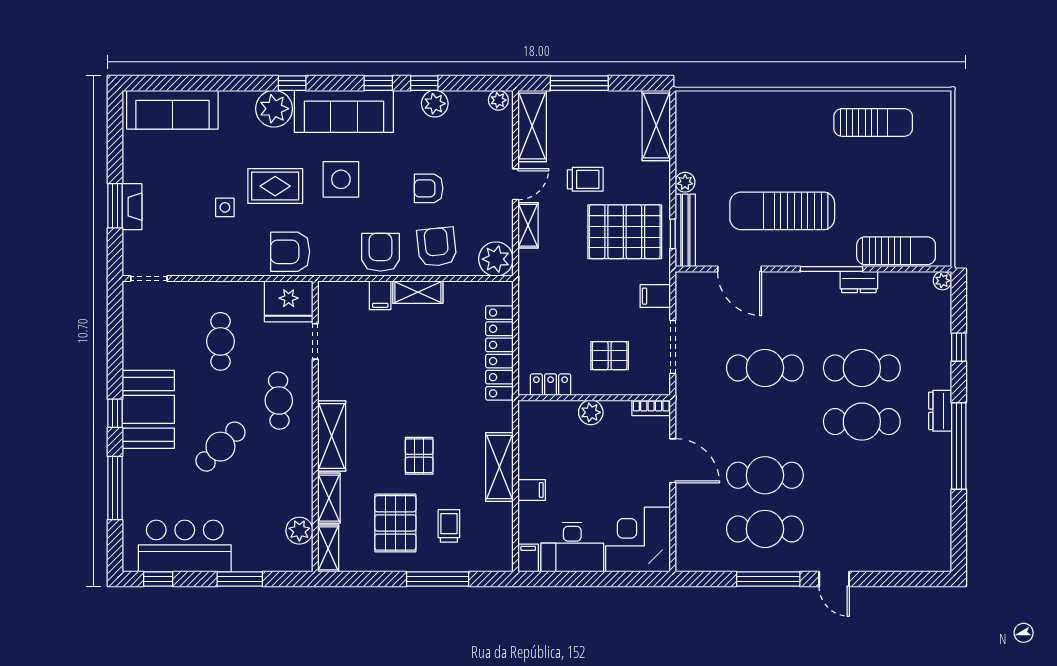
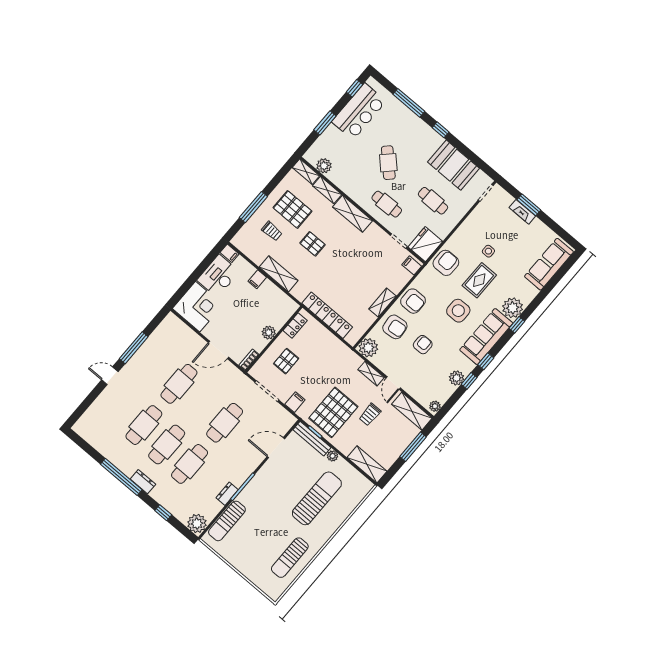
sun lounger: (782, 211) -> (317, 498), moved
plant: (942, 281) -> (197, 524), width x1.88, depth x1.88
filing cabinet: (380, 295) -> (412, 265), moved
booth: (148, 409) -> (453, 165), moved
cafe table: (765, 529) -> (144, 425), moved

